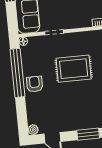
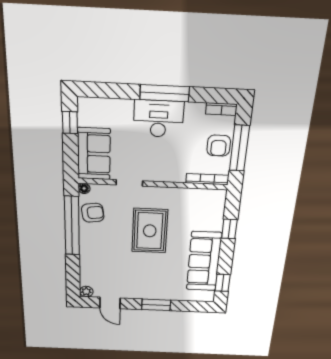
rug: (74, 69) -> (150, 231), turned 90
armchair: (35, 84) -> (93, 213), moved, turned 82

